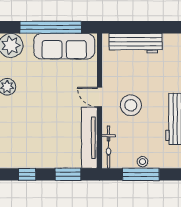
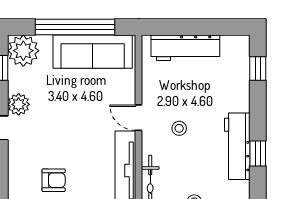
stool: (131, 105) -> (179, 128), width x0.53, depth x0.53
armchair: (34, 145) -> (54, 180), added

